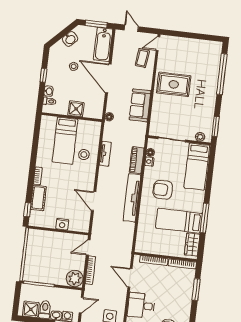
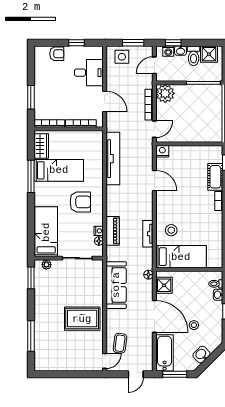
door: (131, 28) -> (136, 374), hinge flipped
window: (222, 74) -> (31, 336), width x0.68
sofa: (140, 105) -> (116, 285), width x1.36
shower: (76, 109) -> (164, 285), moved
bed: (65, 141) -> (181, 257), moved, turned 90
tv unit: (132, 198) -> (113, 159), moved
nightstand: (62, 224) -> (162, 151), moved

